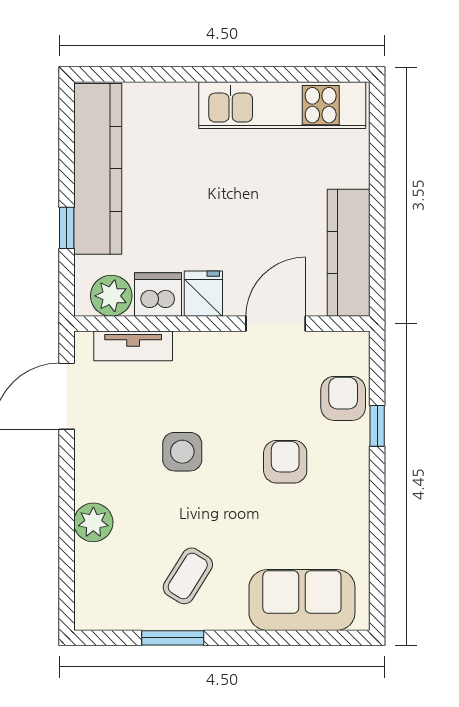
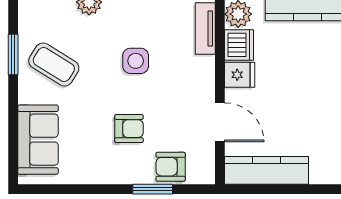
armchair: (343, 398) -> (171, 167), turned 180
window: (377, 426) -> (153, 189), width x1.50
coffee table: (188, 576) -> (54, 64), width x1.36, depth x1.30

